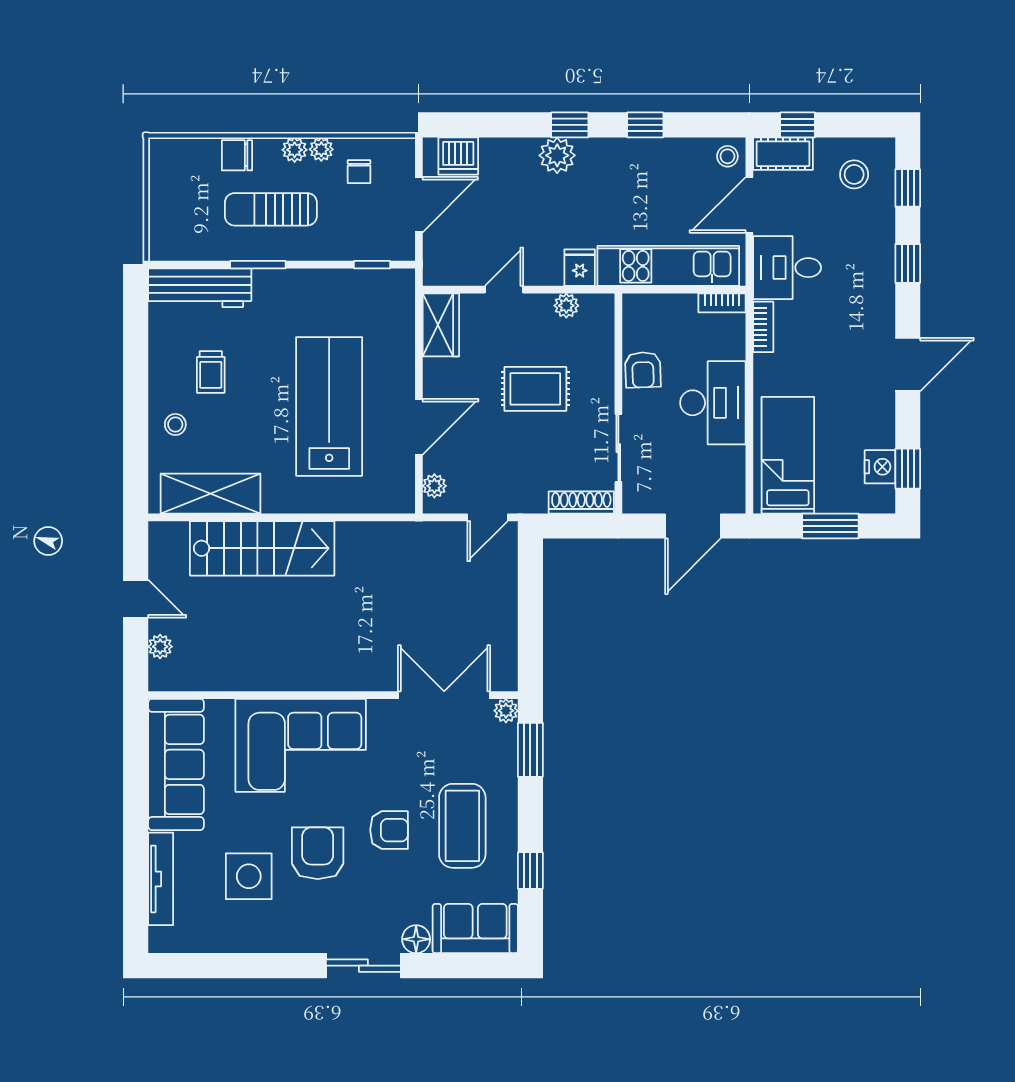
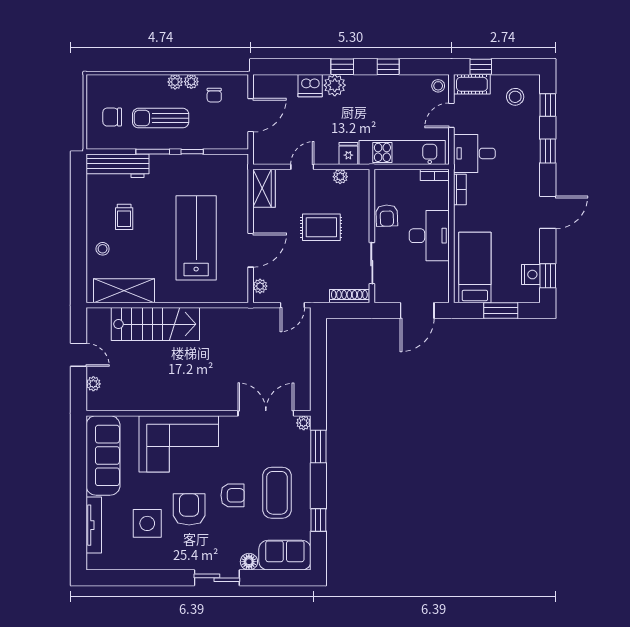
chair: (237, 155) -> (112, 117), moved
dishwasher: (458, 156) -> (310, 86), moved
door: (749, 205) -> (451, 115), width x0.73
window: (372, 265) -> (192, 152), moved

